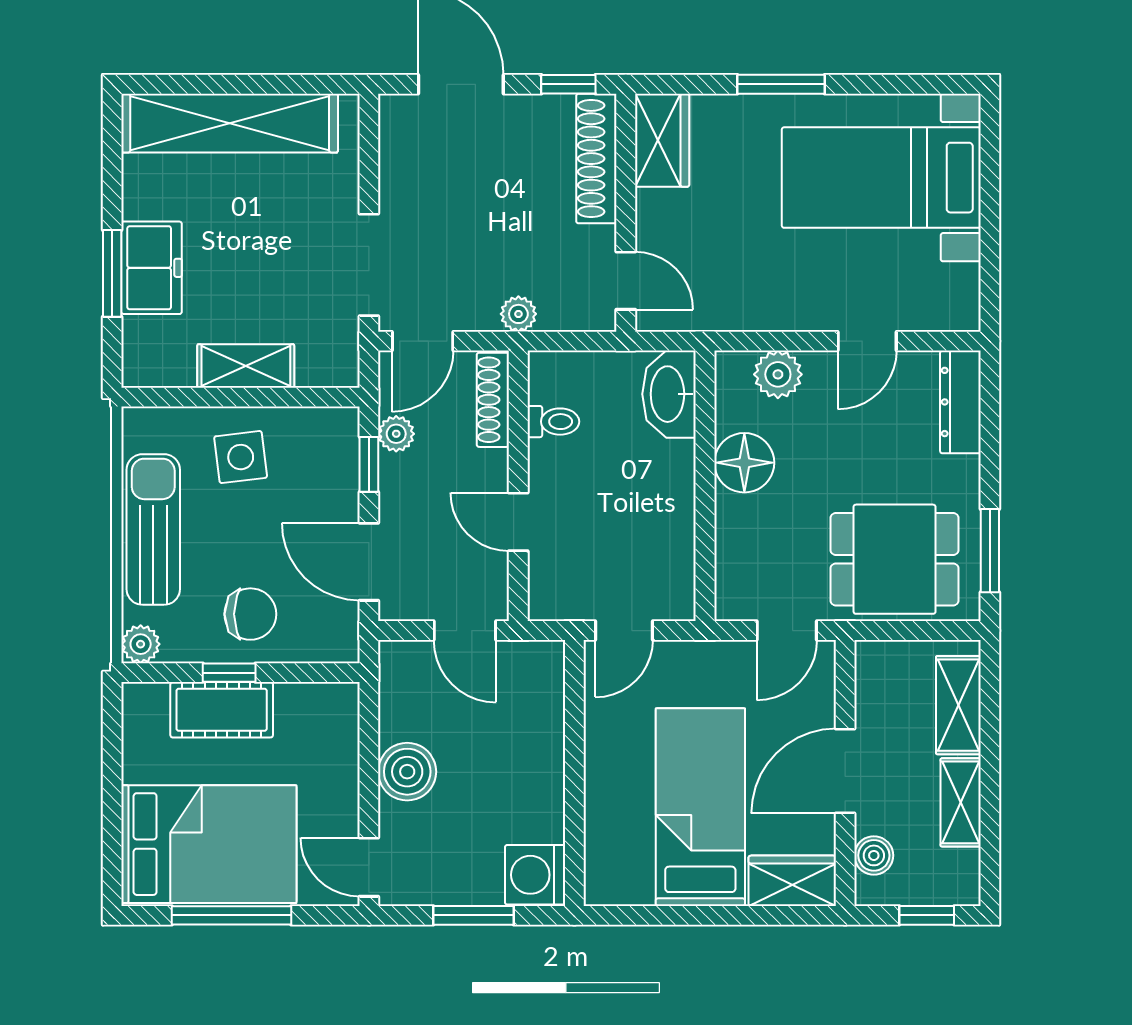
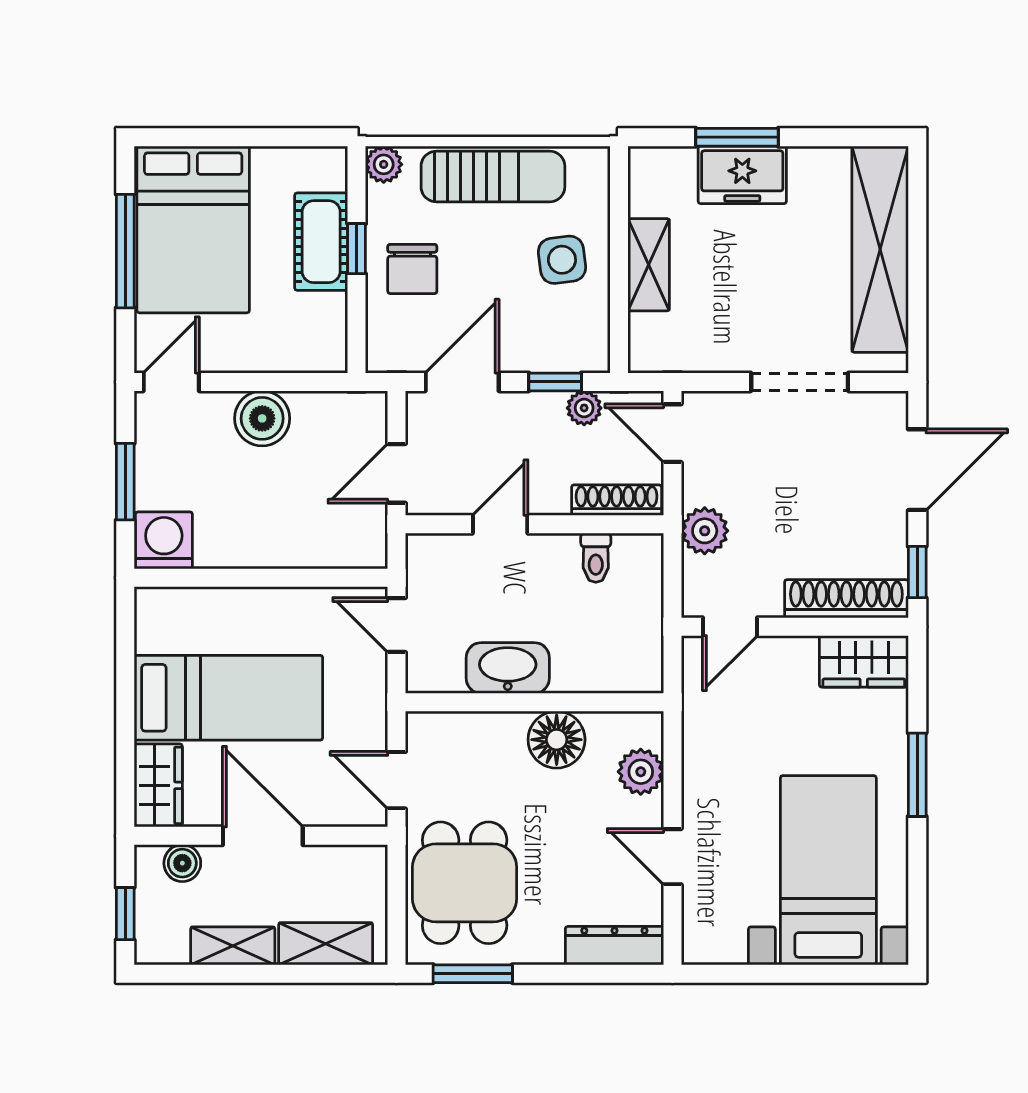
doorway: (369, 265) -> (800, 382), moved
plant: (518, 314) -> (705, 531), width x1.38, depth x1.38
washbasin: (669, 394) -> (508, 668), moved

